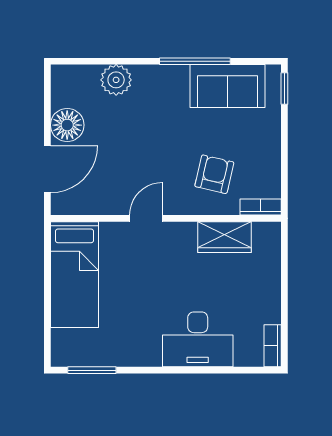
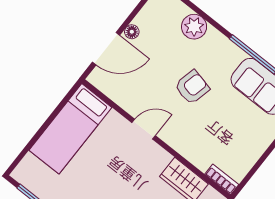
floor lamp: (67, 125) -> (132, 32), width x0.53, depth x0.53
armchair: (214, 174) -> (192, 87), moved

